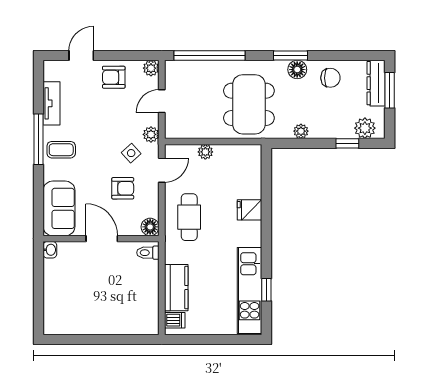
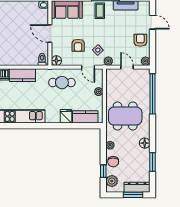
window: (290, 56) -> (153, 162), moved
chair: (330, 78) -> (113, 162), moved
kitchen counter: (250, 176) -> (85, 117), added
door: (102, 239) -> (50, 34), swing flipped
window: (266, 290) -> (21, 126), removed

